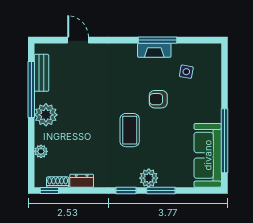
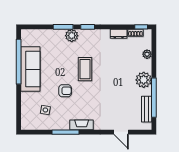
fireplace: (154, 50) -> (82, 125), moved
sofa: (208, 155) -> (30, 69), moved

